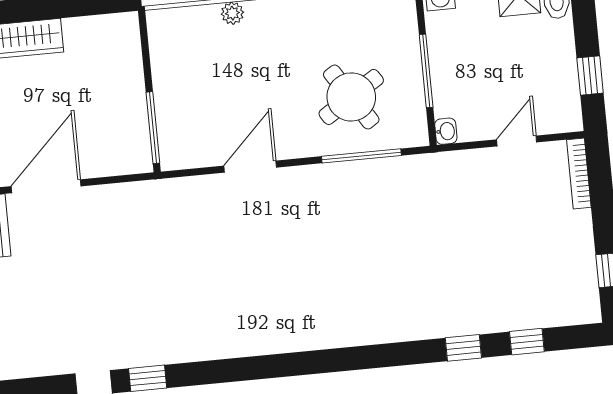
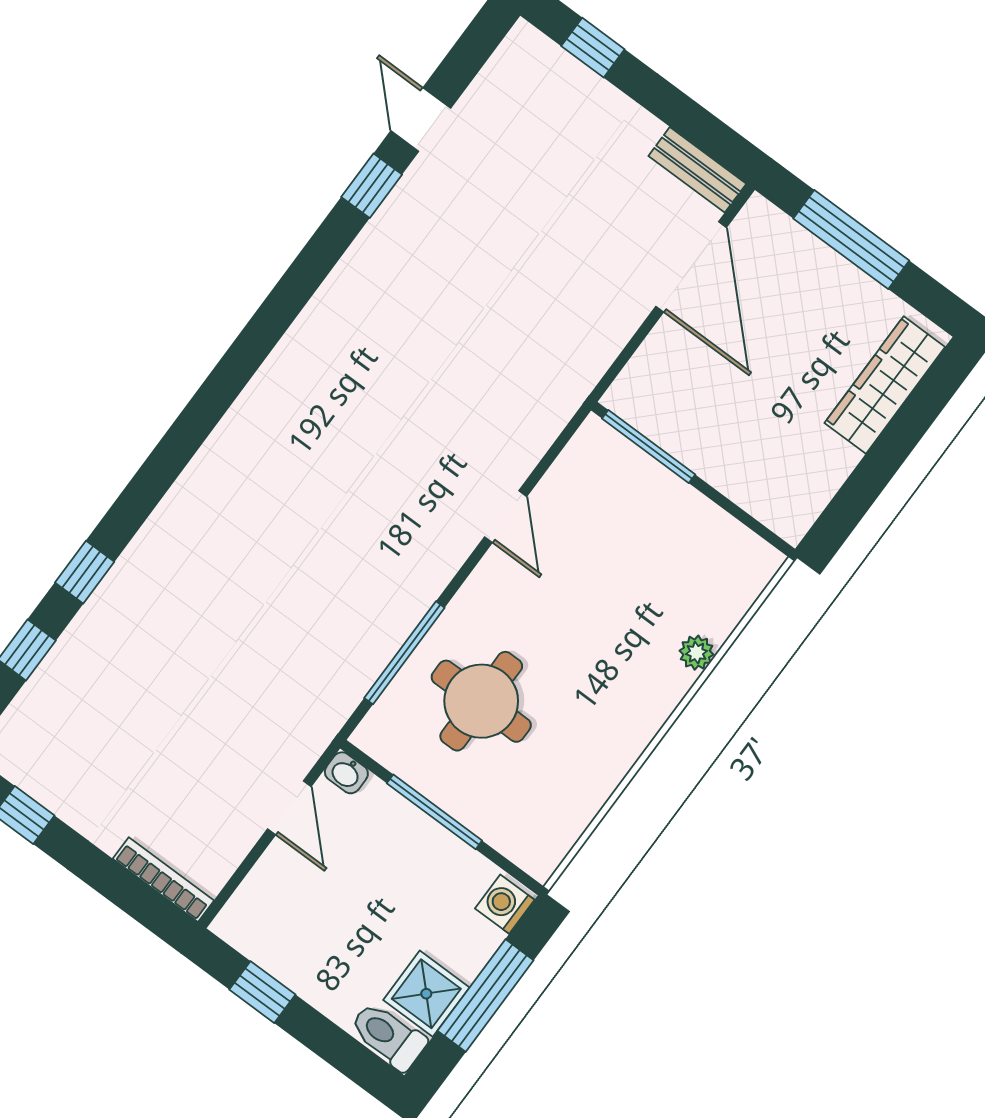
round table: (351, 97) -> (481, 701), turned 33
door: (517, 141) -> (289, 808), moved
door: (250, 167) -> (506, 517), width x0.73

